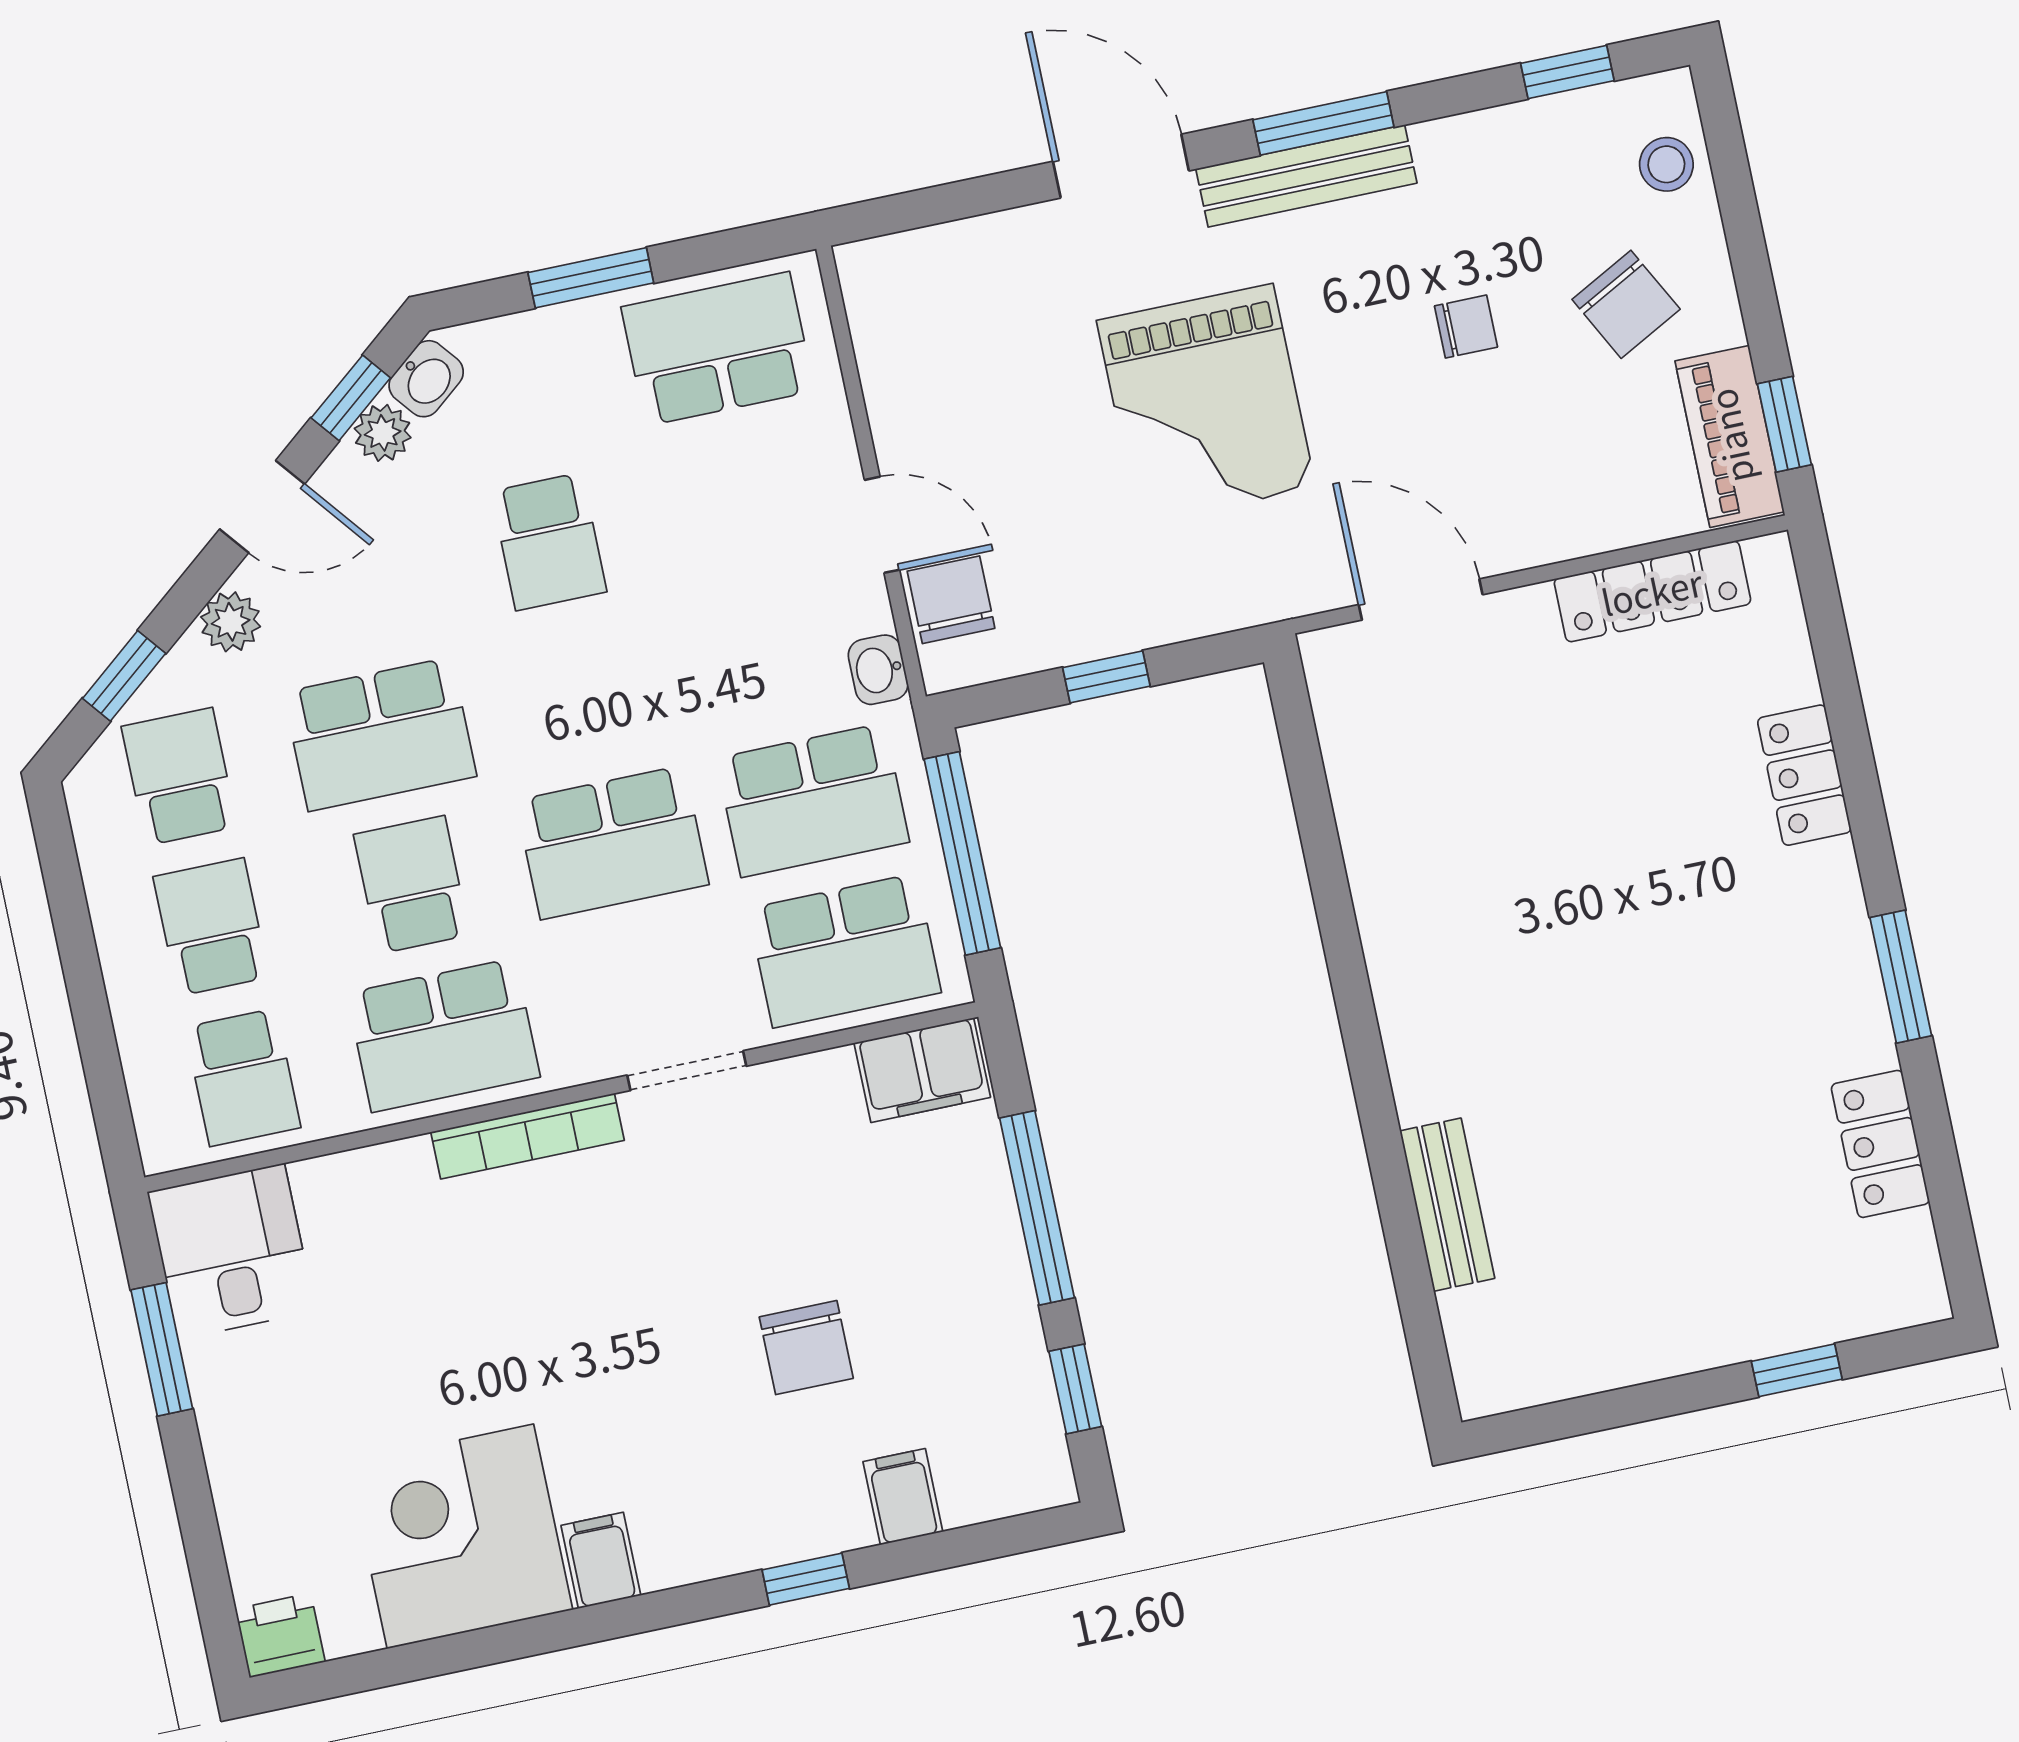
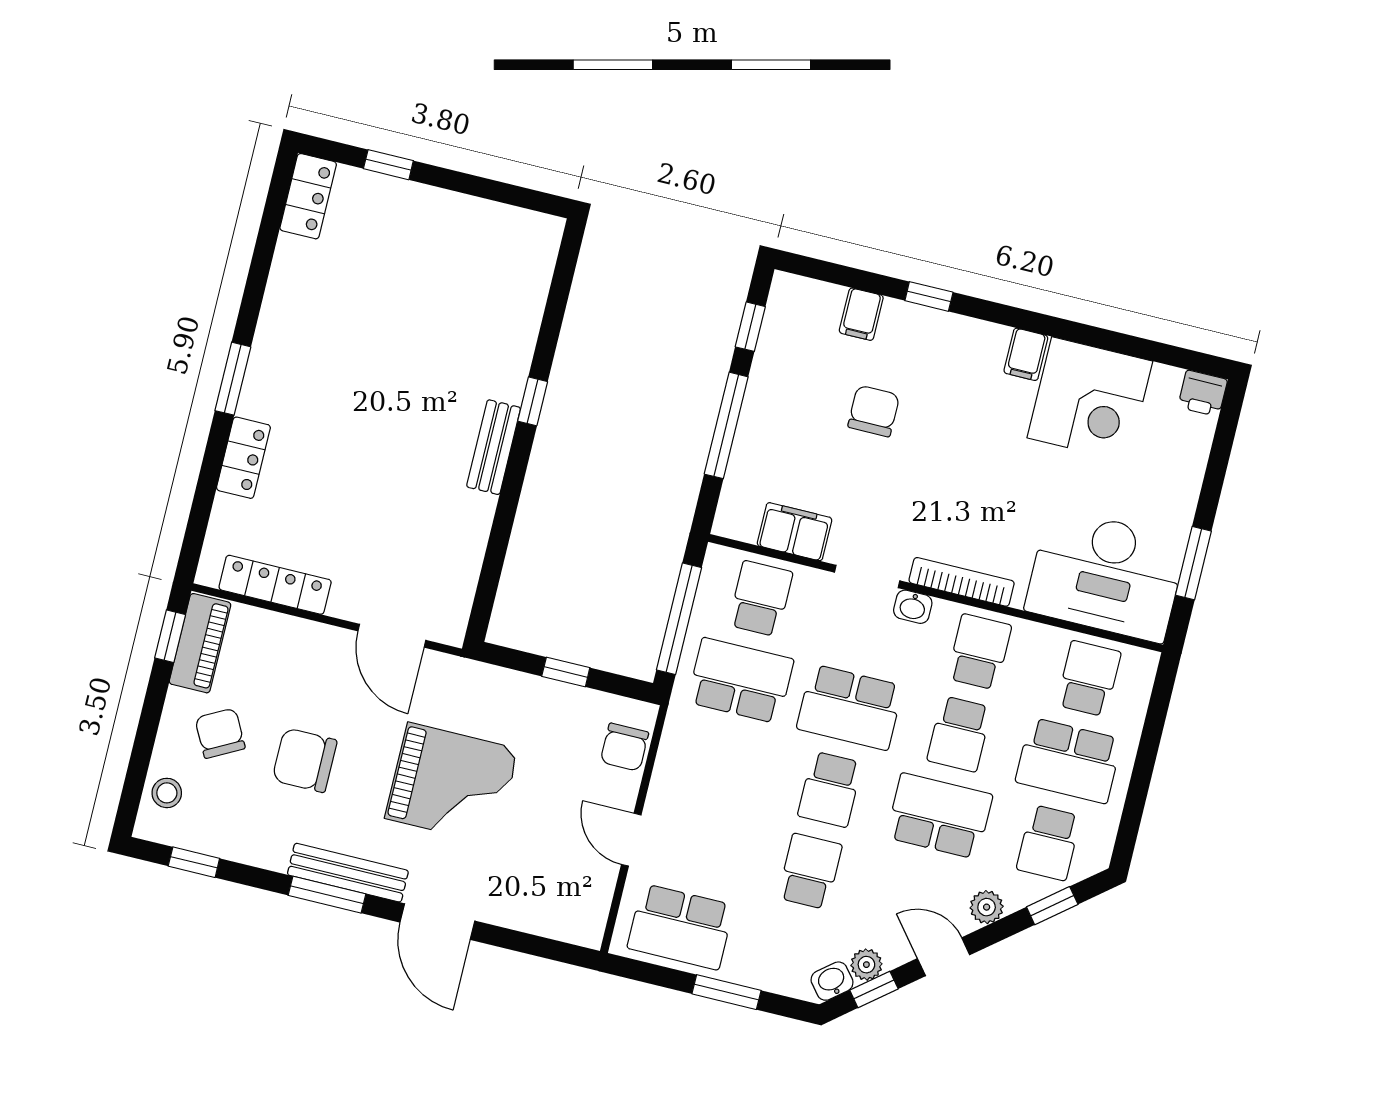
chair: (1466, 327) -> (305, 760), width x1.87, depth x1.87
grand piano: (1206, 404) -> (452, 784), turned 90
door: (882, 525) -> (631, 840), moved
washbasin: (878, 670) -> (913, 607), moved, turned 90
school desk: (581, 692) -> (830, 789), added
school desk: (612, 842) -> (850, 707), turned 180
school desk: (211, 927) -> (1069, 761), width x1.85
school desk: (845, 951) -> (761, 599), width x0.54
window: (1901, 977) -> (233, 379), moved
school desk: (443, 1035) -> (979, 652), width x0.54
filing cabinet: (922, 1070) -> (795, 532), moved
window: (1374, 1095) -> (533, 401), added
locker: (1880, 1144) -> (308, 196), moved
bench: (1447, 1205) -> (494, 447), moved
desk: (231, 1251) -> (1106, 575), width x1.87, depth x1.30

